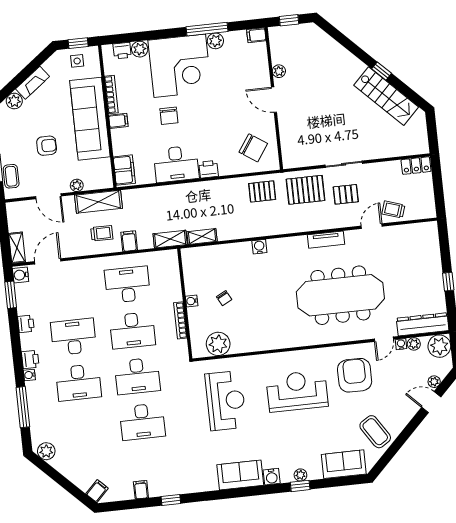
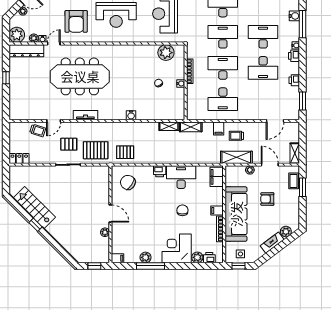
corner desk: (180, 66) -> (177, 248), width x0.74, depth x0.74
shelving: (17, 248) -> (295, 153), moved
water cooler: (21, 275) -> (294, 16), moved

